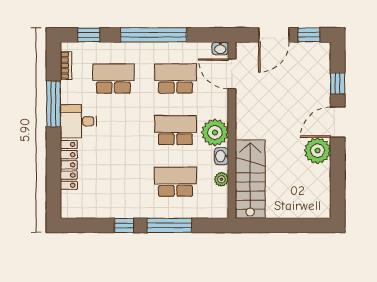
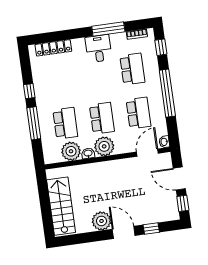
locker: (69, 165) -> (53, 48), moved
plant: (221, 179) -> (71, 151), width x1.88, depth x1.88
stairs: (250, 179) -> (61, 206), moved, turned -90

